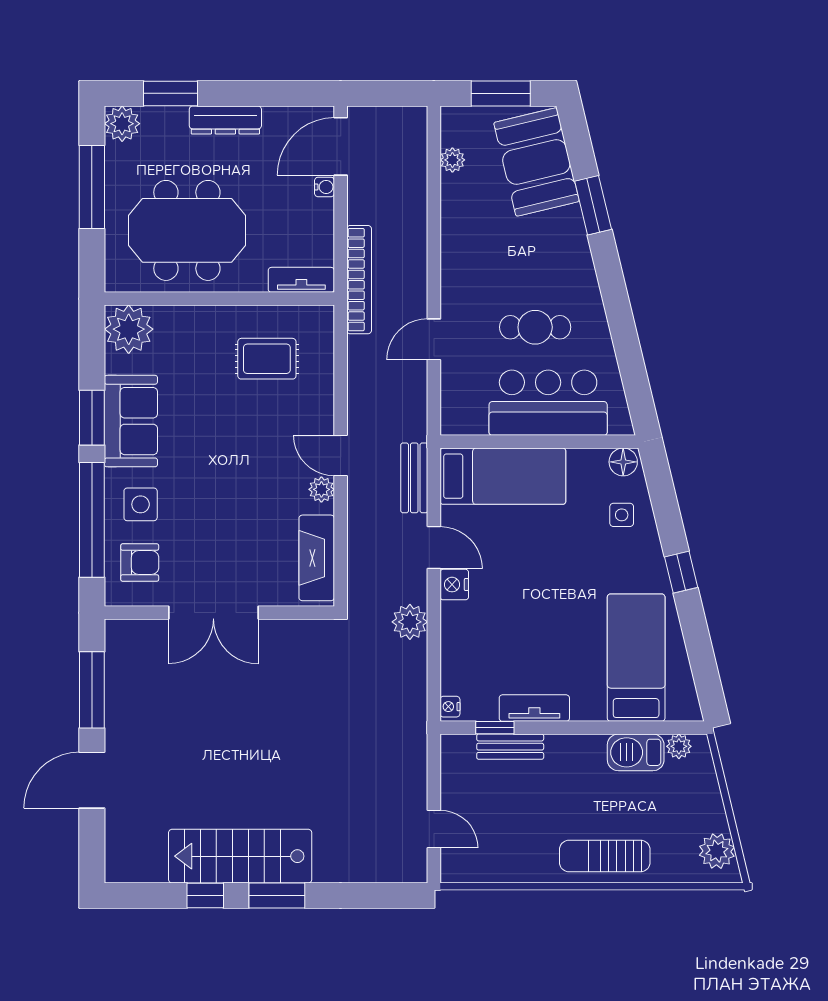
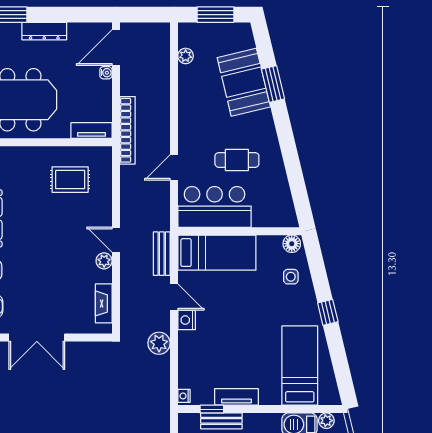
booth: (536, 162) -> (244, 82), moved
bar counter: (548, 403) -> (215, 207), moved
fireplace: (317, 558) -> (104, 303), width x0.73, depth x0.76

